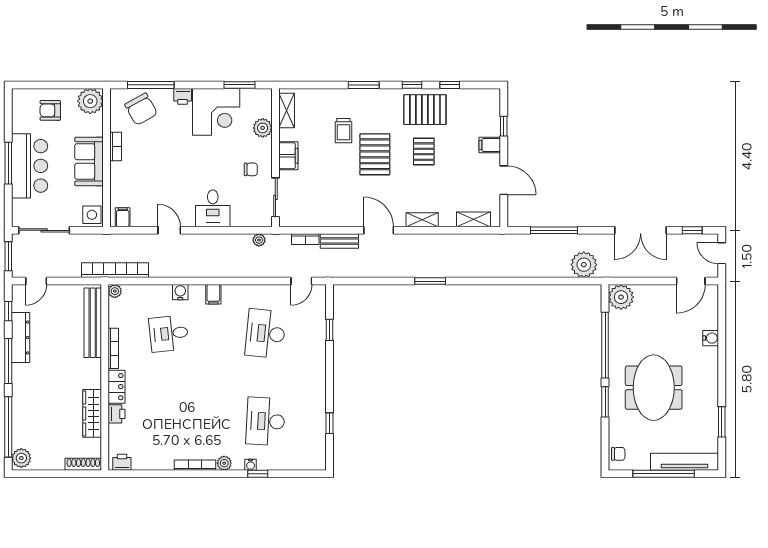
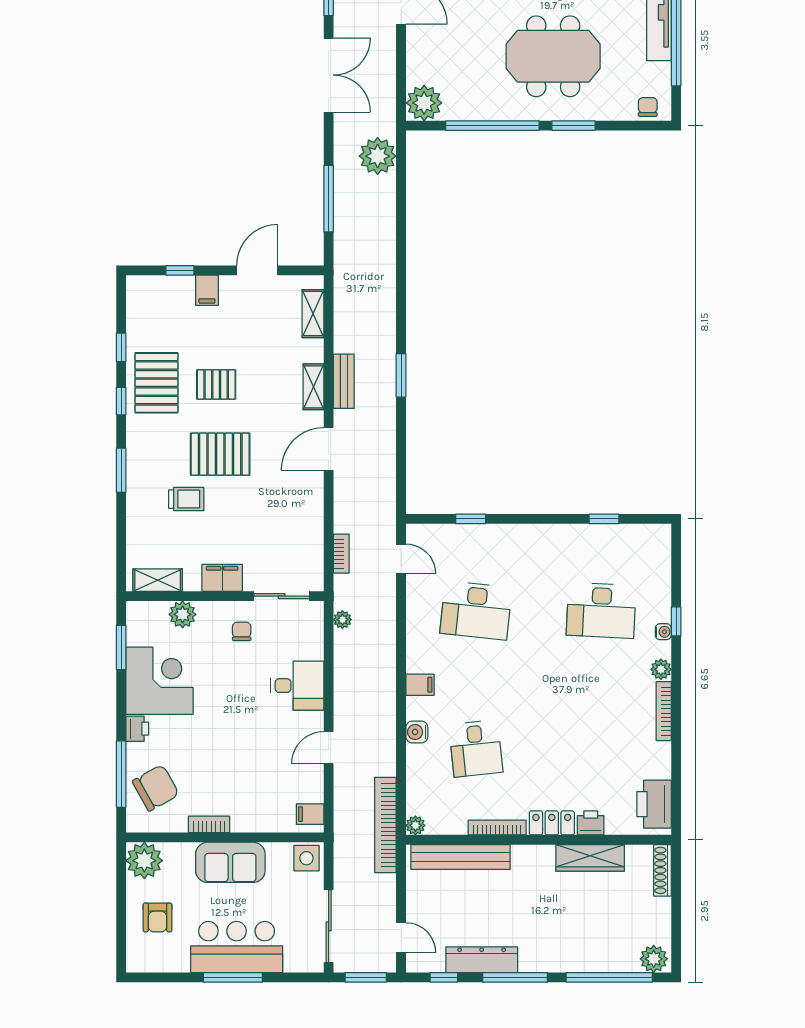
bench: (339, 241) -> (344, 381), moved
printer: (122, 462) -> (654, 804), width x1.87, depth x1.48

